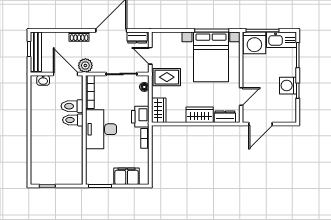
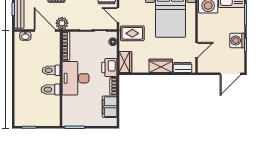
toilet: (72, 106) -> (50, 90), moved
door: (261, 124) -> (230, 74), moved
filing cabinet: (127, 176) -> (110, 107), moved, turned -90

